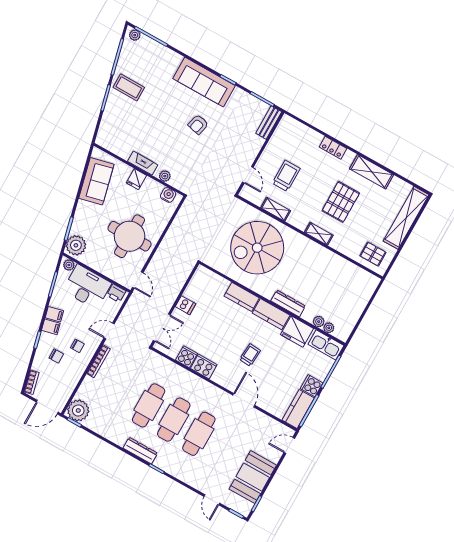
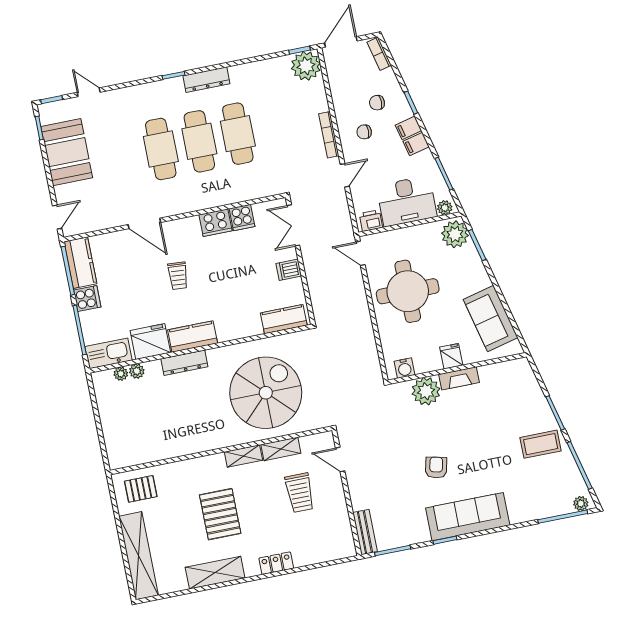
plant: (165, 176) -> (426, 391), width x1.87, depth x1.87
shelving: (319, 234) -> (243, 456), moved
kitchen counter: (242, 297) -> (284, 319), moved

